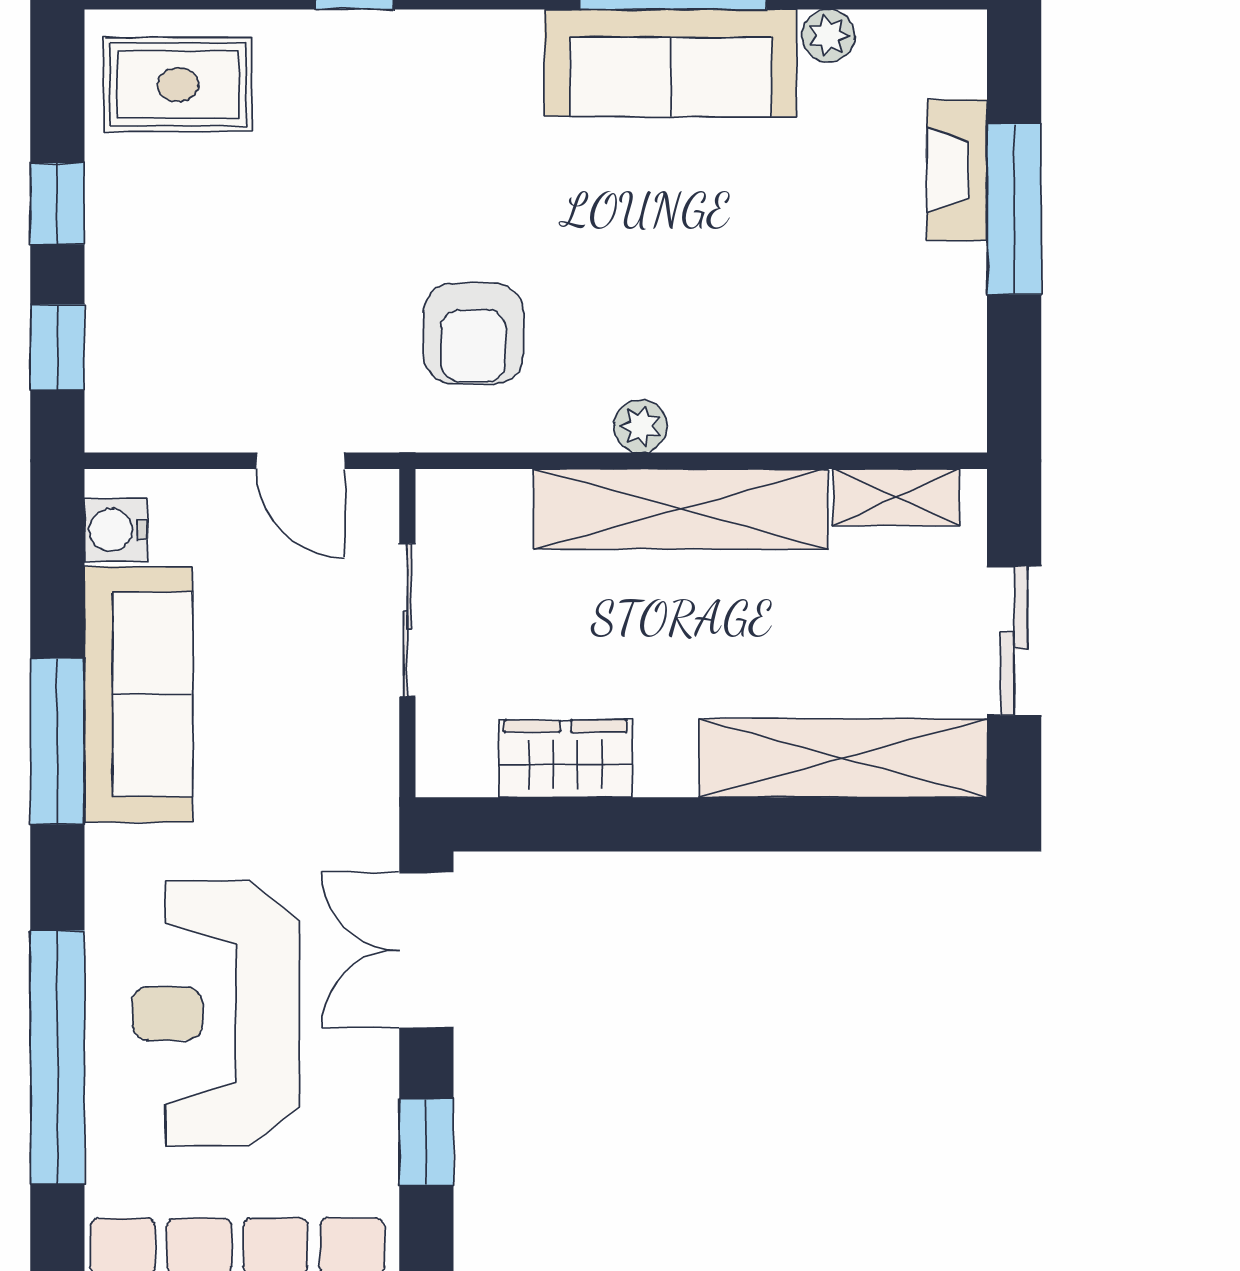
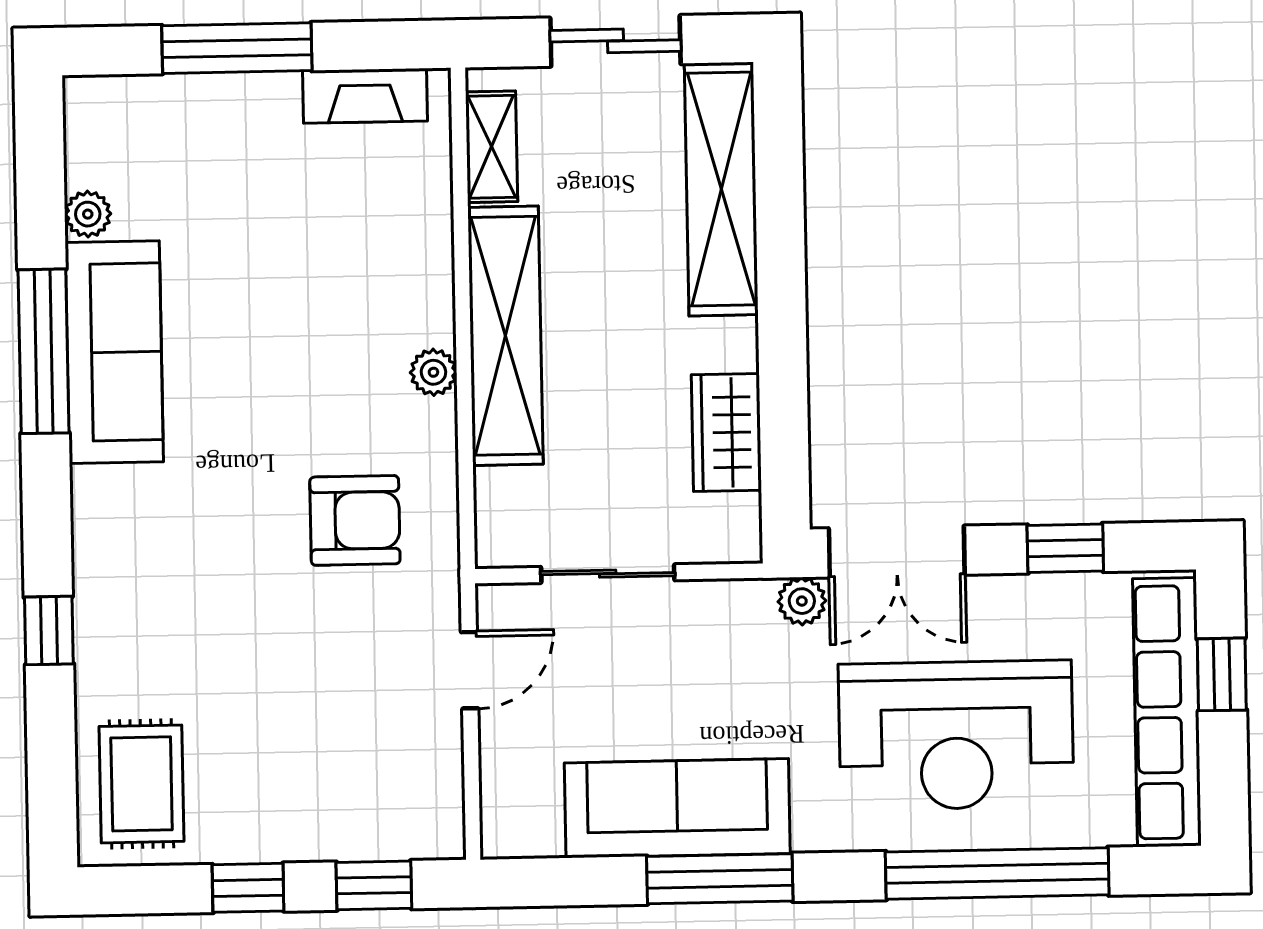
fireplace: (957, 170) -> (365, 96), moved
water cooler: (116, 530) -> (533, 831), removed
plant: (372, 841) -> (802, 601), added

